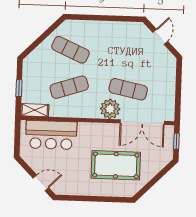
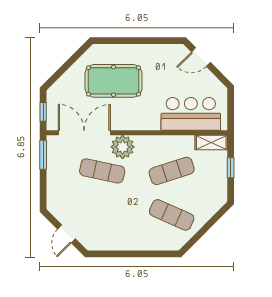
window: (178, 105) -> (43, 155), added

